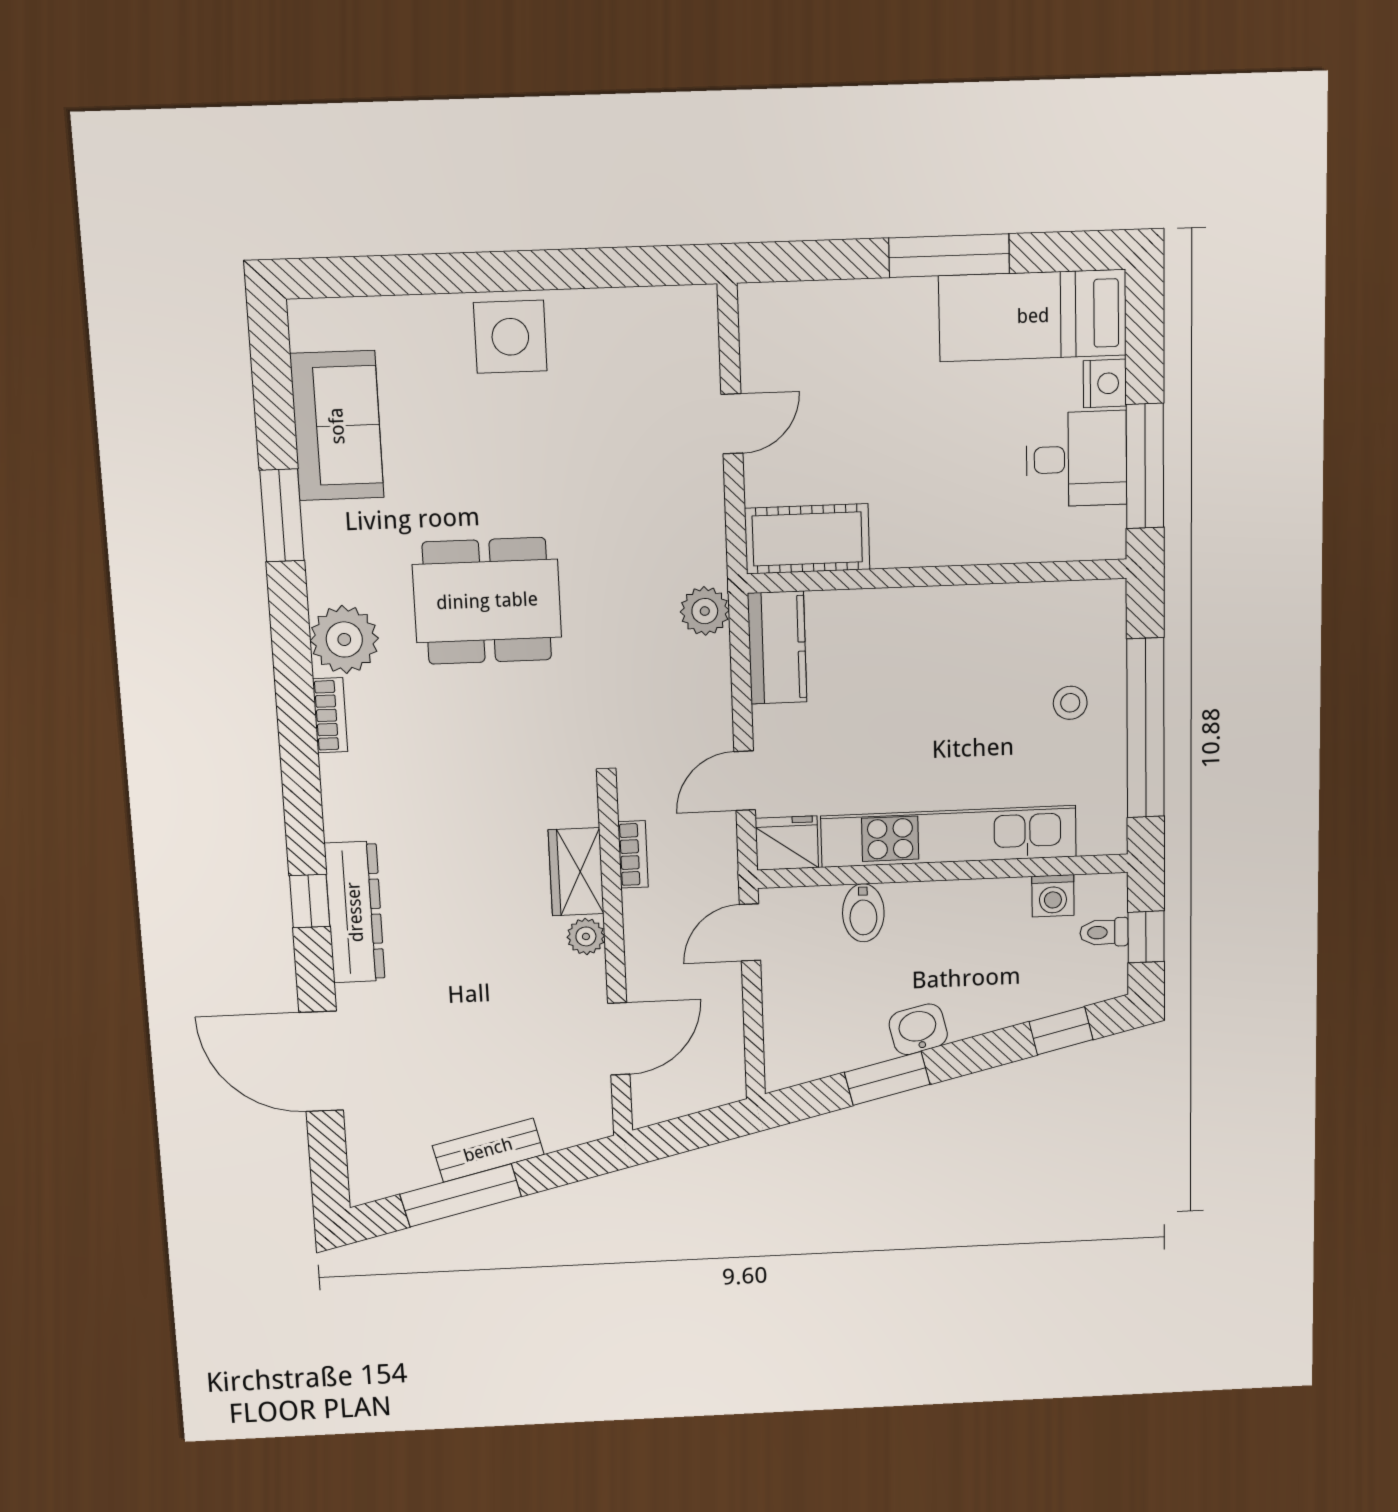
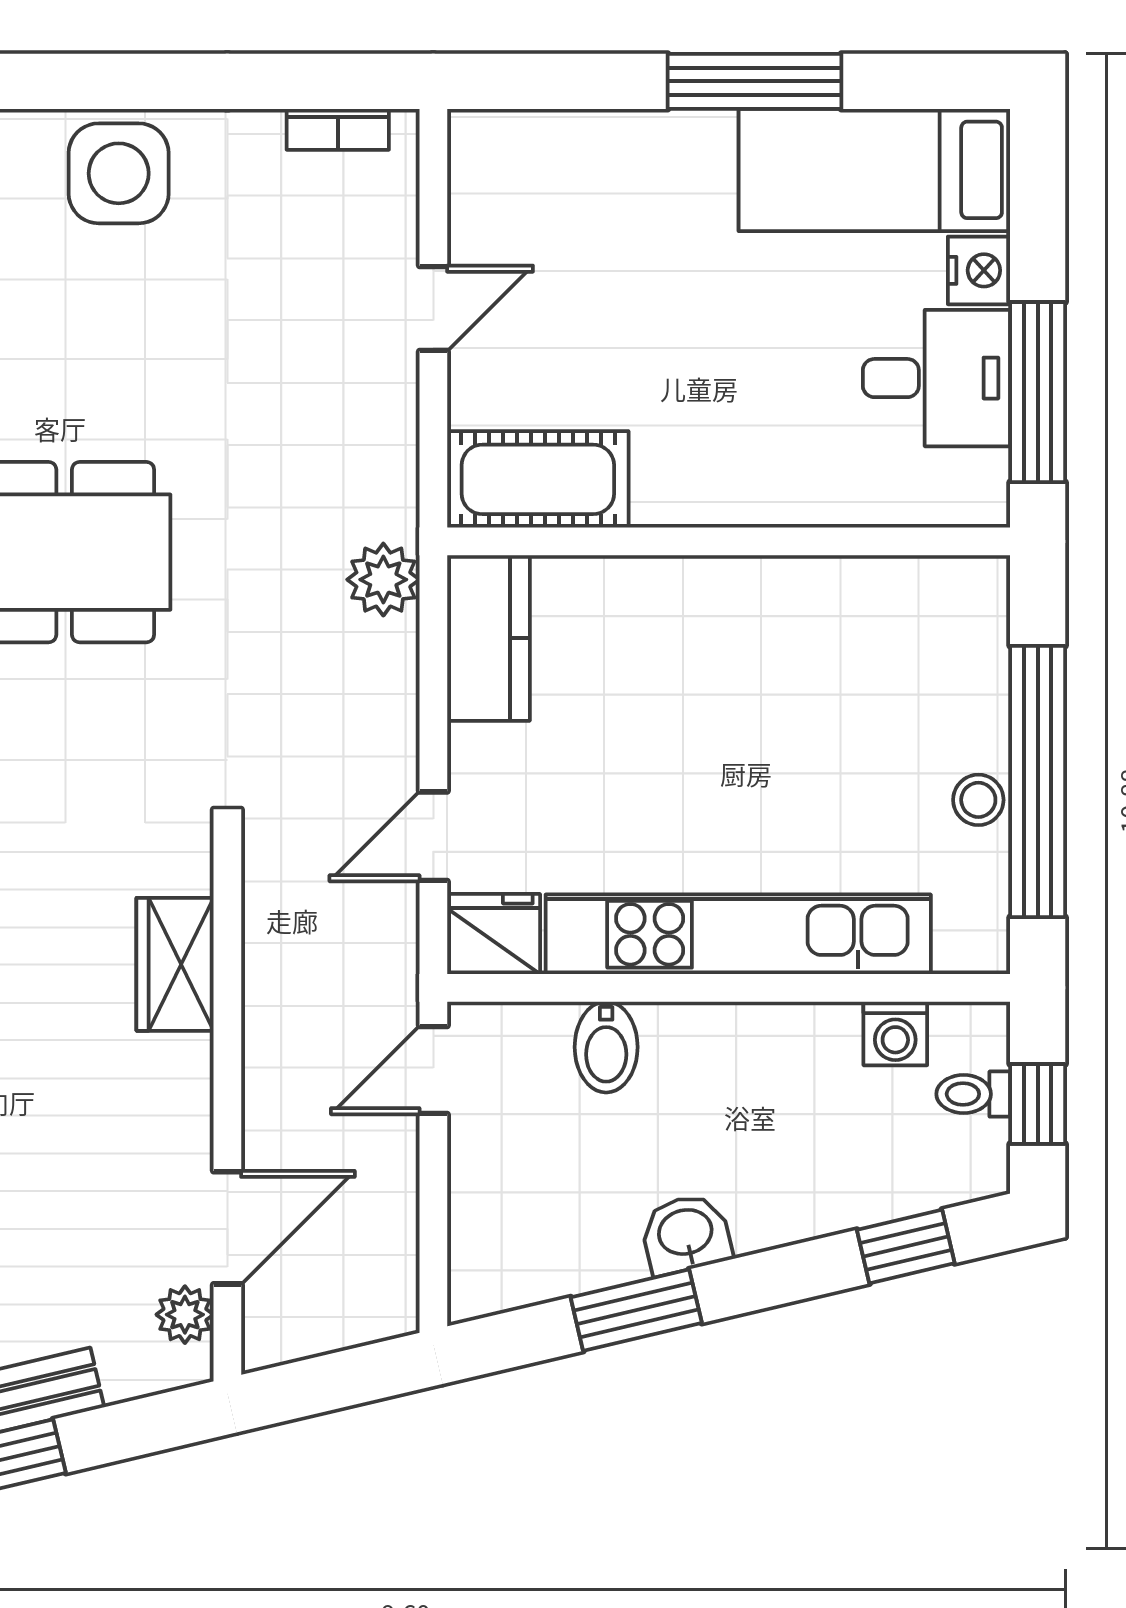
stool: (1070, 703) -> (978, 800), moved
bookcase: (633, 854) -> (338, 129), moved, turned 90
plant: (586, 936) -> (185, 1315), moved

